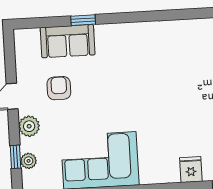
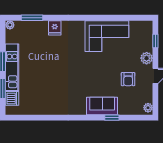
sofa: (68, 41) -> (102, 106), moved
plant: (28, 161) -> (148, 108), moved

